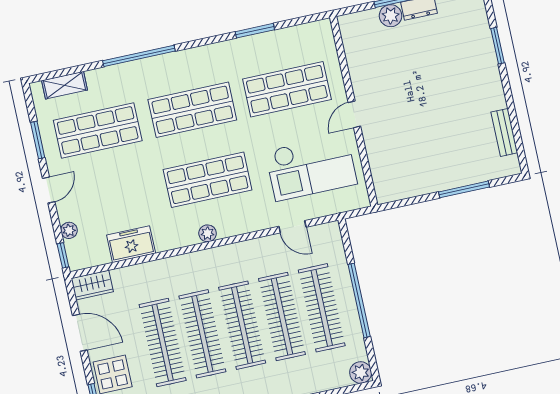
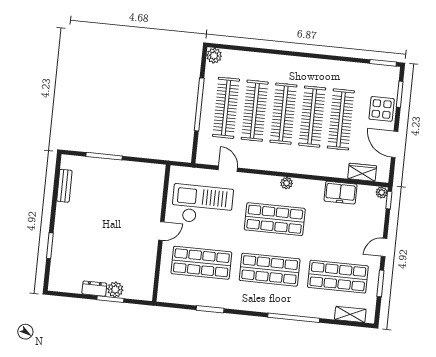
plant: (69, 230) -> (382, 192), moved
wardrobe: (92, 285) -> (362, 172), moved

